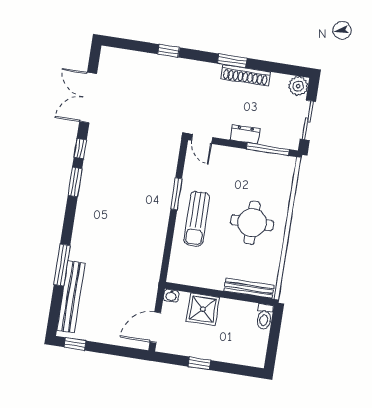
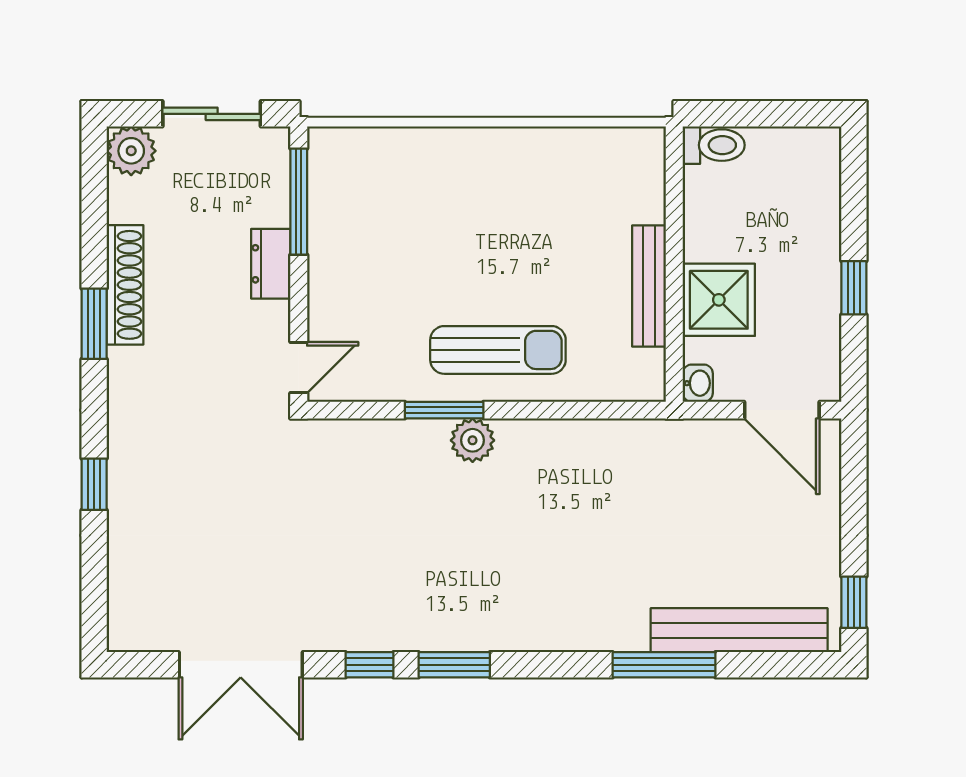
plant: (163, 203) -> (473, 440), added
round table: (252, 223) -> (486, 212), removed
bench: (249, 288) -> (649, 286), moved

